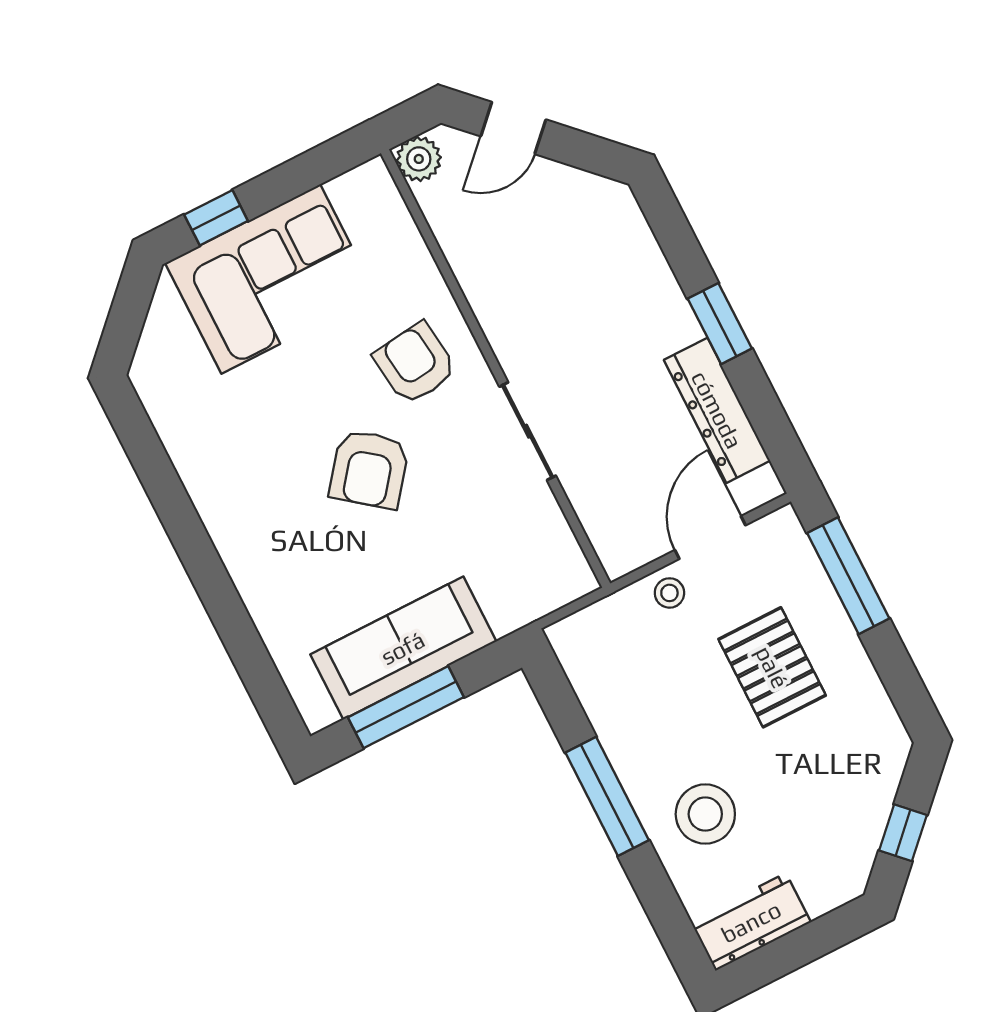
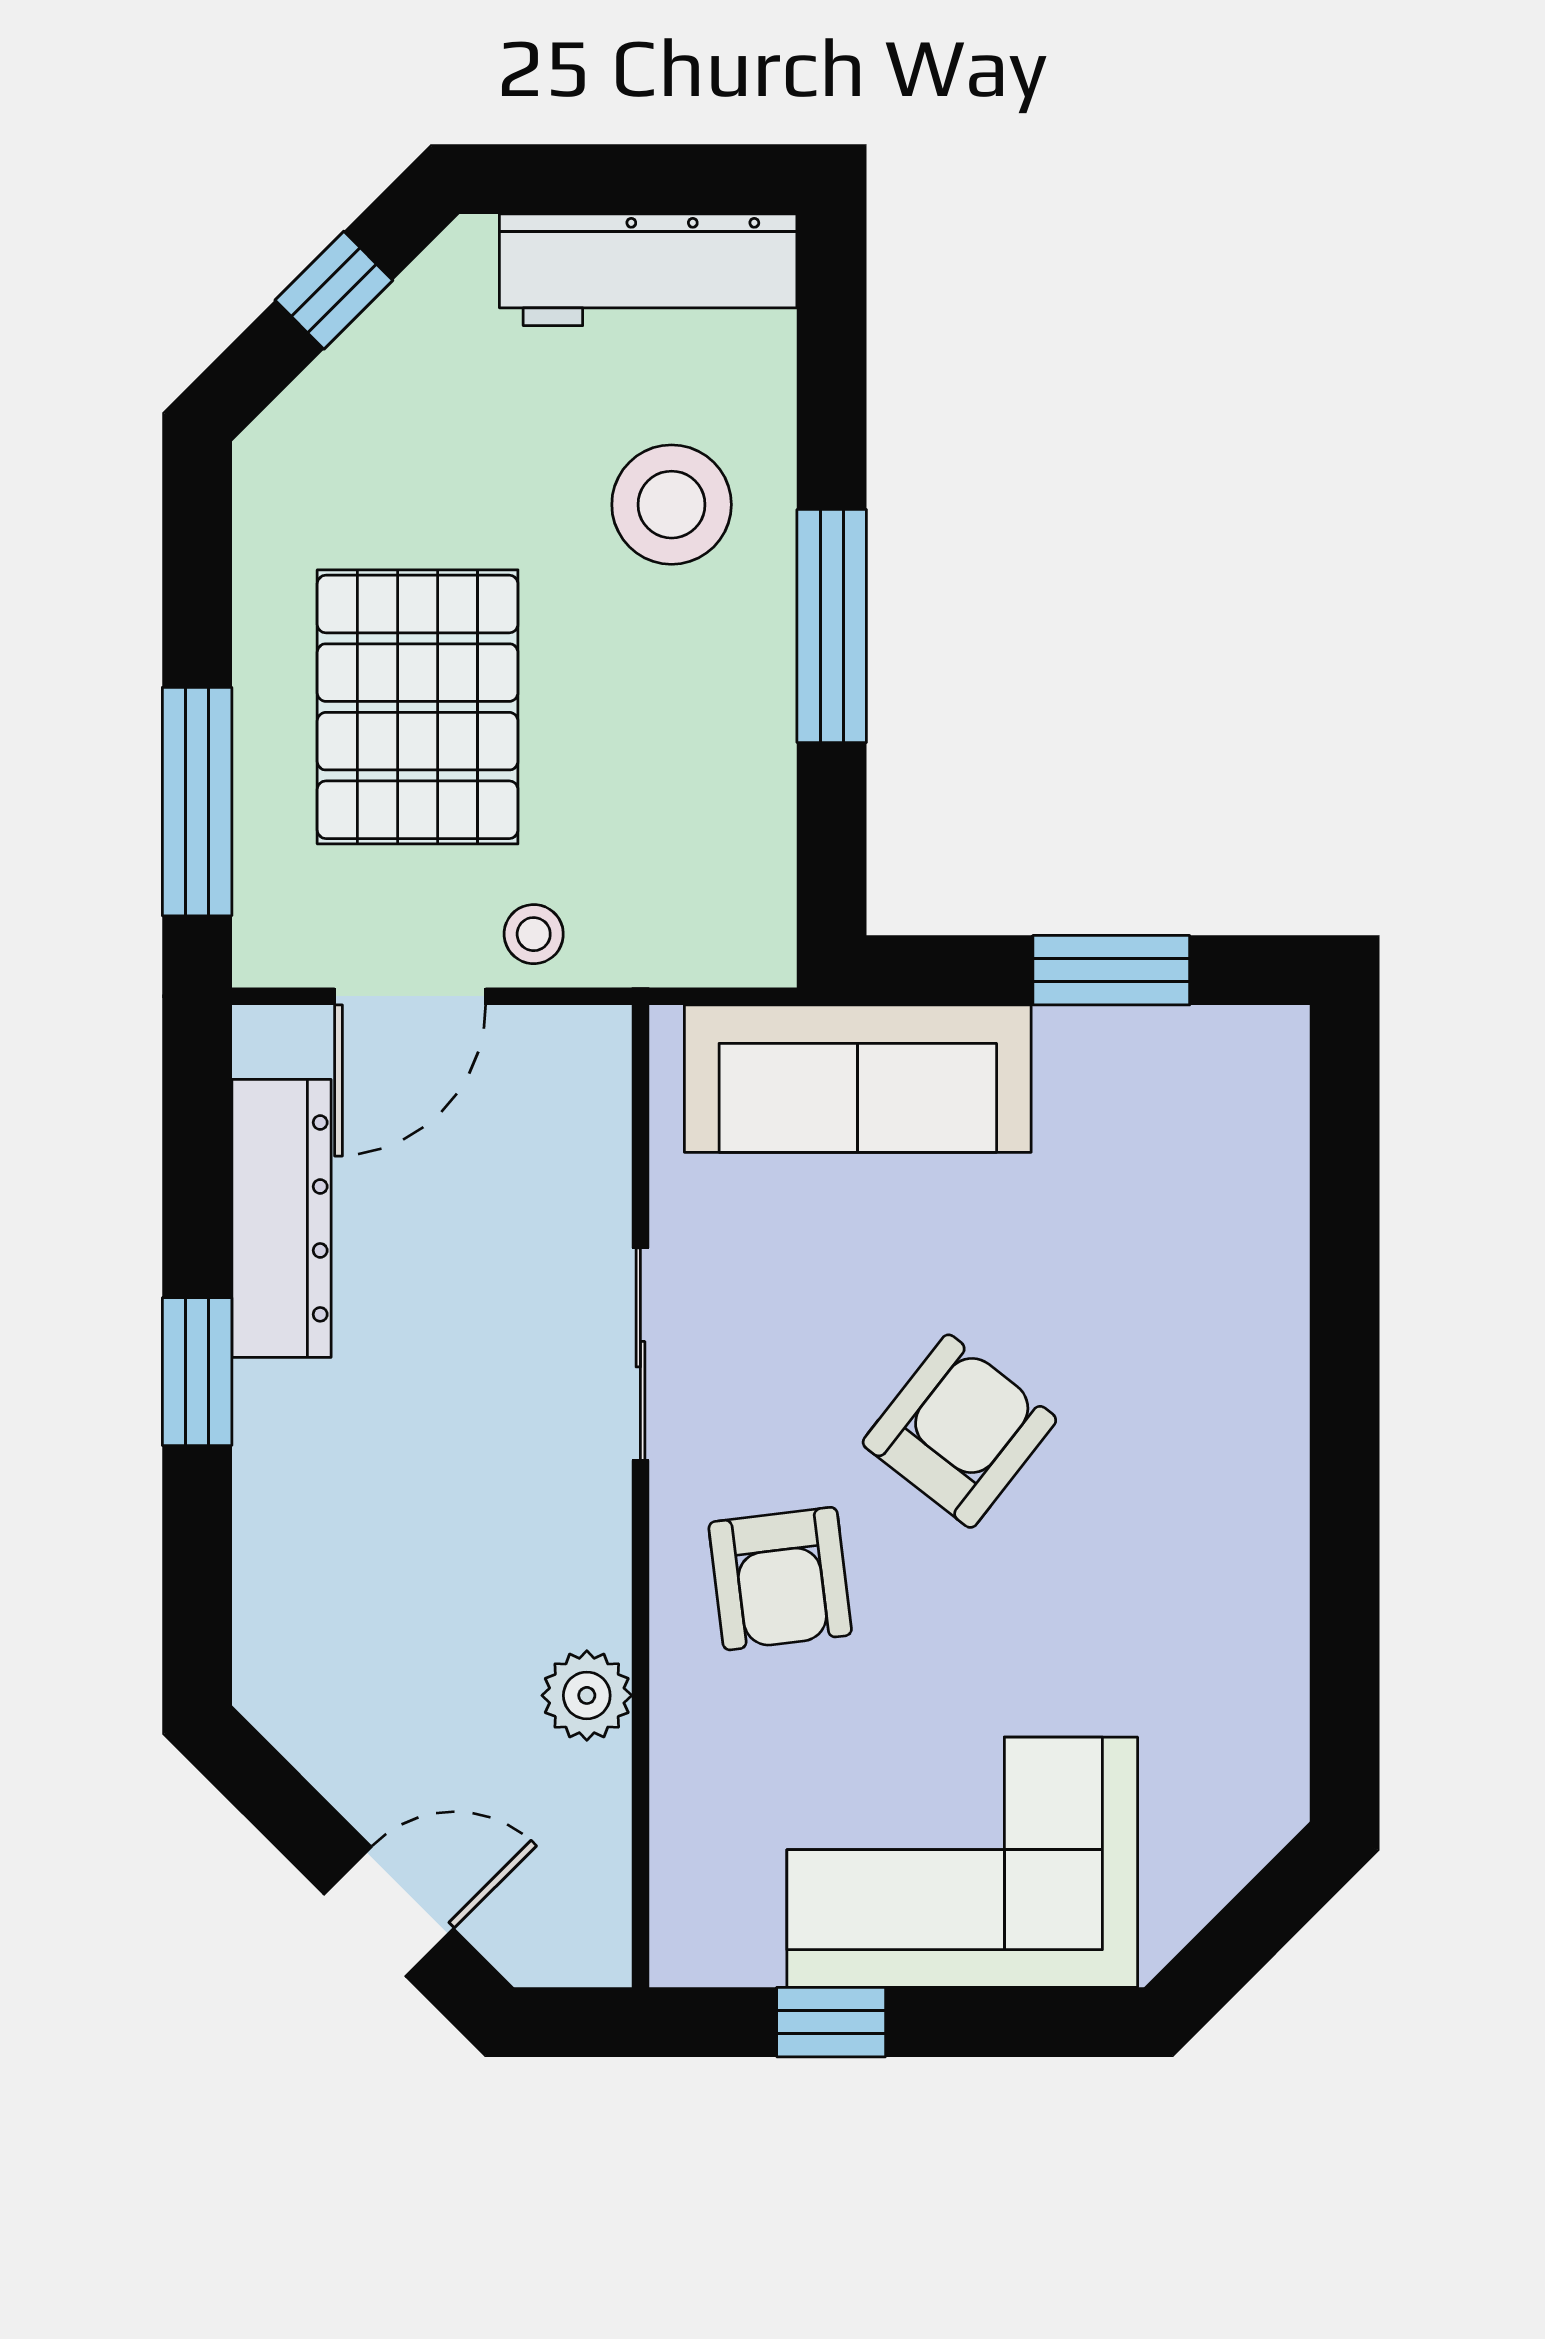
plant: (419, 159) -> (587, 1695), moved
window: (216, 218) -> (831, 2022), moved
sofa: (403, 648) -> (858, 1079), moved
pallet: (772, 667) -> (418, 707), width x1.37, depth x1.41
window: (406, 707) -> (1111, 970), width x0.69
workbench: (751, 922) -> (648, 270), width x1.38

